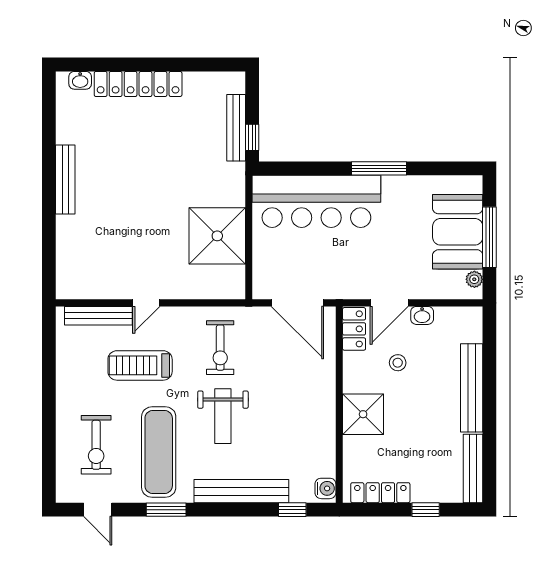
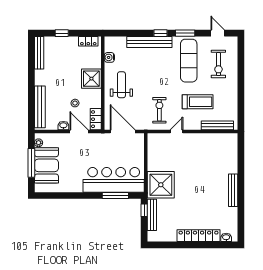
window: (379, 168) -> (115, 196), moved
shower: (217, 236) -> (161, 185), moved
door: (146, 303) -> (176, 132), moved
door: (389, 303) -> (79, 132), hinge flipped
bench: (472, 388) -> (40, 107), moved
weight bench: (223, 416) -> (121, 85), moved
exercise bike: (96, 445) -> (218, 64), turned 180
water cooler: (325, 488) -> (109, 57), moved
locker: (380, 493) -> (88, 41), width x0.66
window: (292, 510) -> (161, 33), moved

